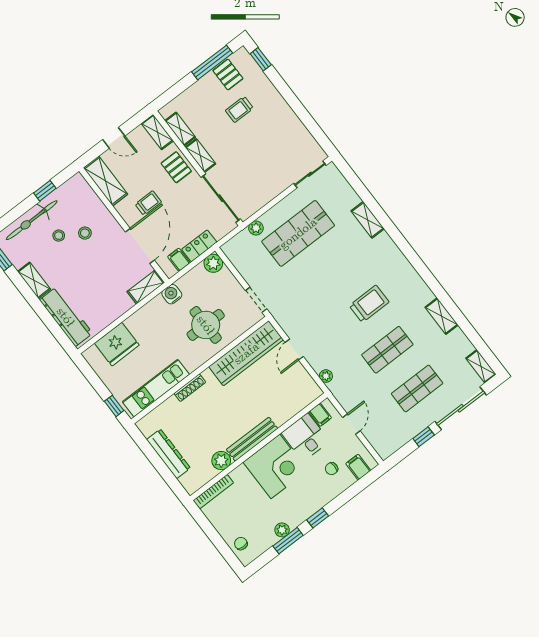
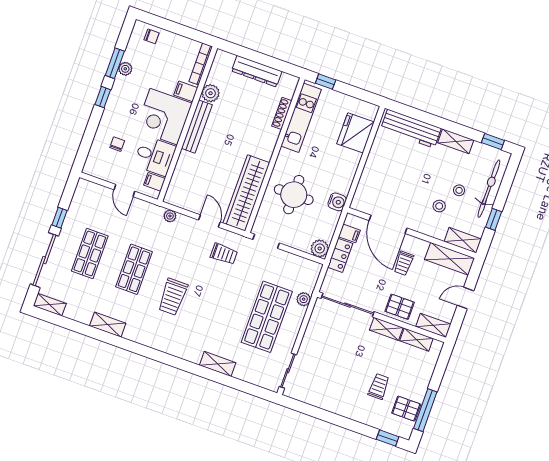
shelving: (146, 287) -> (463, 240), moved, turned 90
trolley: (300, 313) -> (224, 254), added
shoe rack: (190, 388) -> (282, 113), moved
filing cabinet: (358, 467) -> (186, 91), moved, turned 180

